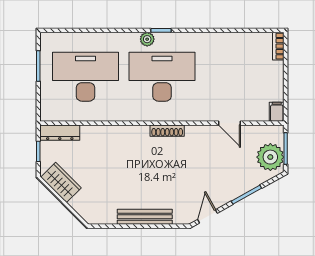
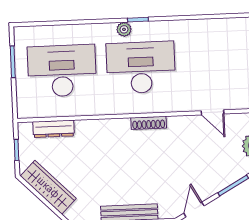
dresser: (60, 133) -> (54, 129), moved
wardrobe: (61, 182) -> (48, 187), width x1.50

